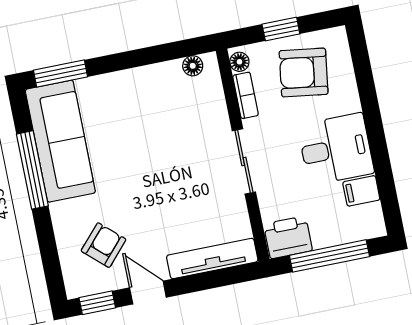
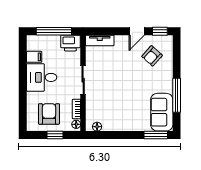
armchair: (304, 72) -> (49, 114), turned -98
sofa: (60, 141) -> (162, 112), width x0.73
tv unit: (212, 258) -> (100, 40), width x0.71
door: (148, 293) -> (137, 31), hinge flipped

